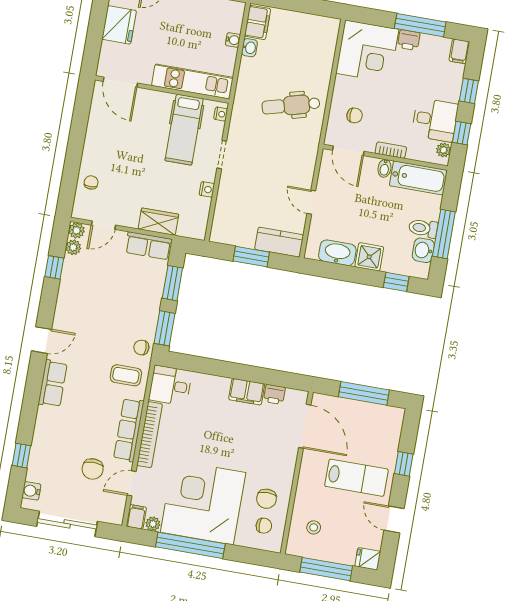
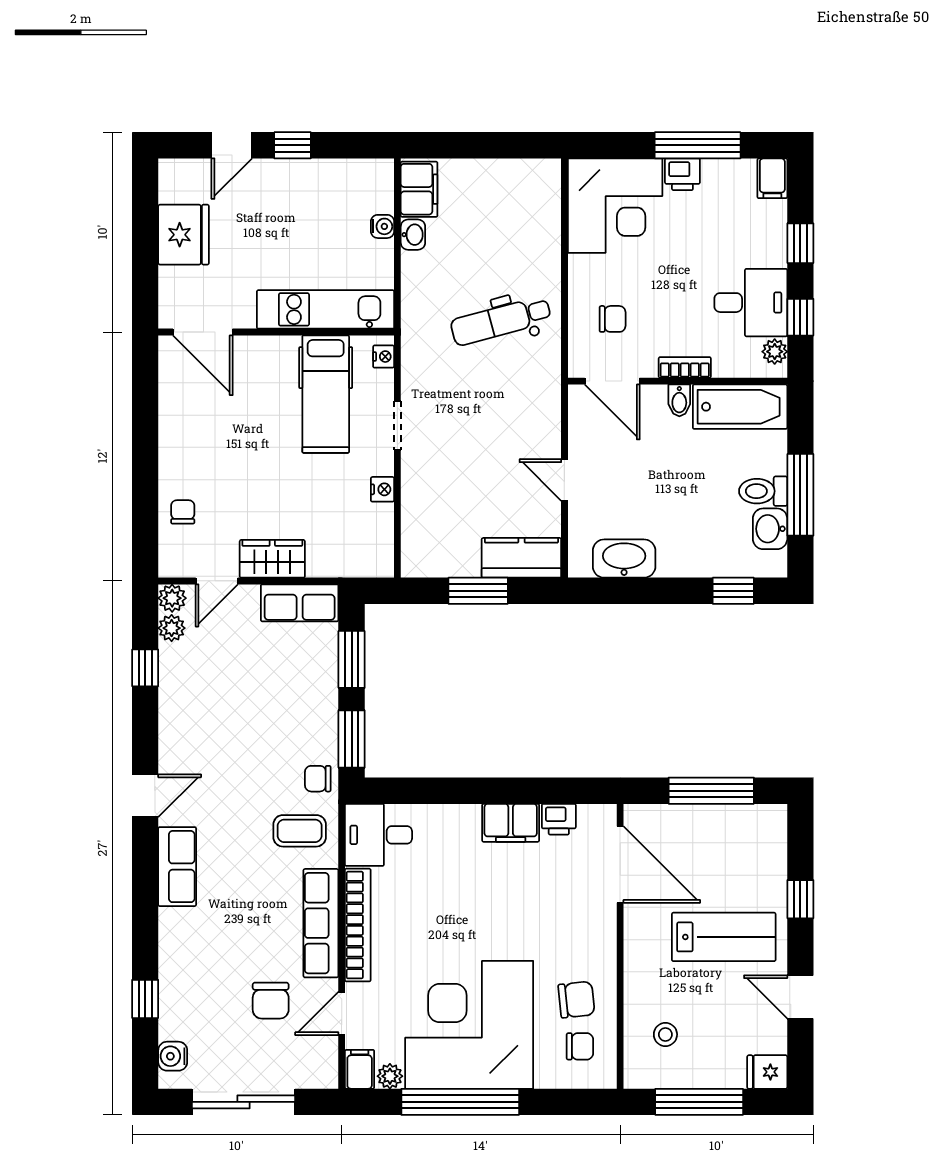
wardrobe: (158, 222) -> (272, 559), moved
shower: (369, 257) -> (680, 556), removed
chair: (267, 499) -> (576, 1000), turned -96

